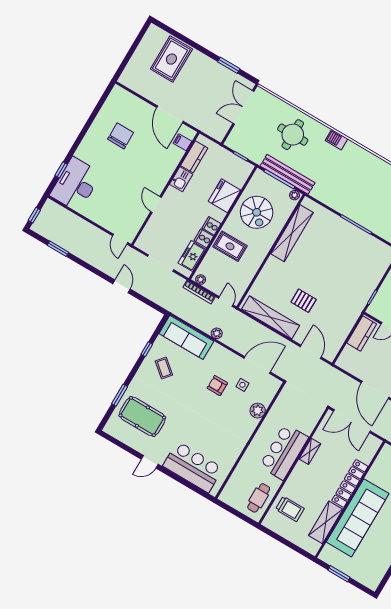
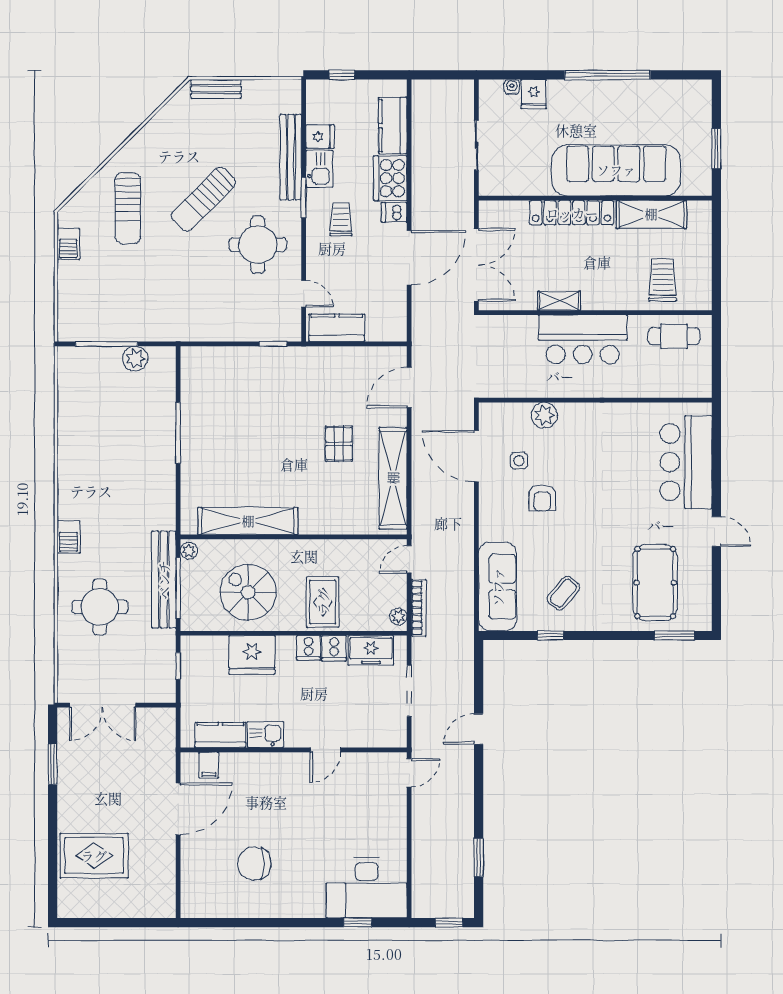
spiral stairs: (257, 212) -> (248, 592), turned -90
plant: (217, 333) -> (465, 545), removed
window: (120, 395) -> (674, 635), moved

